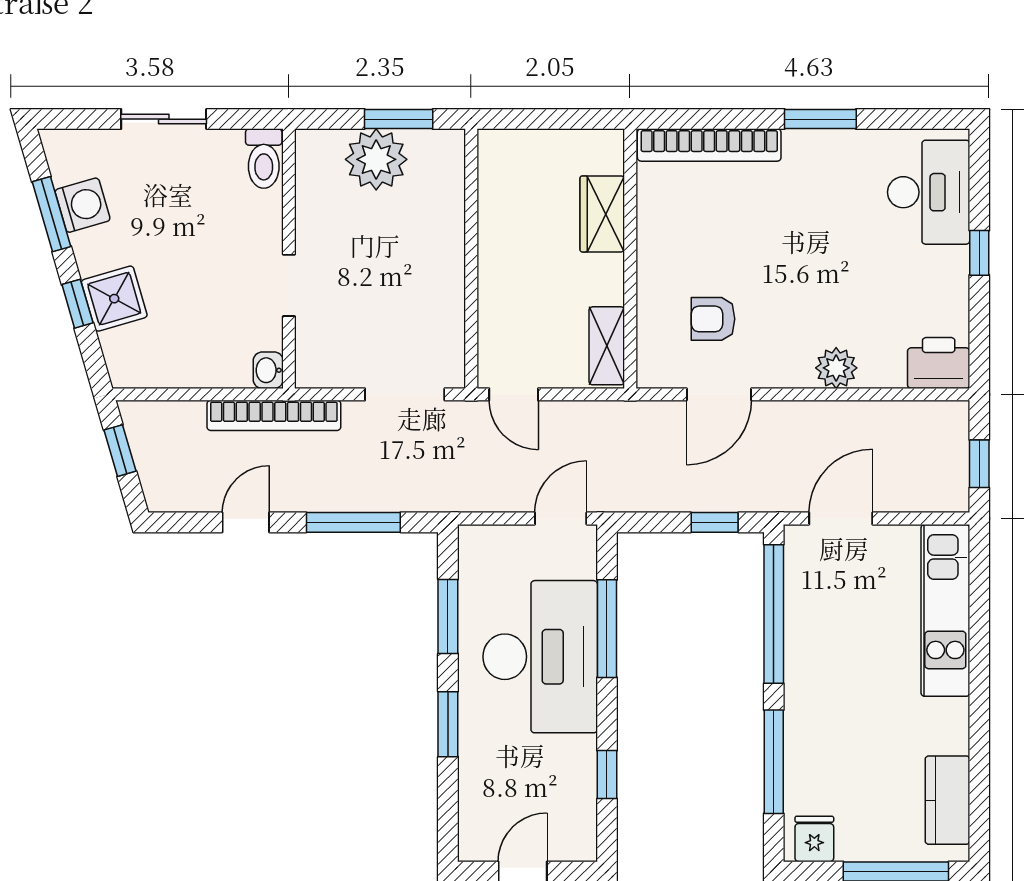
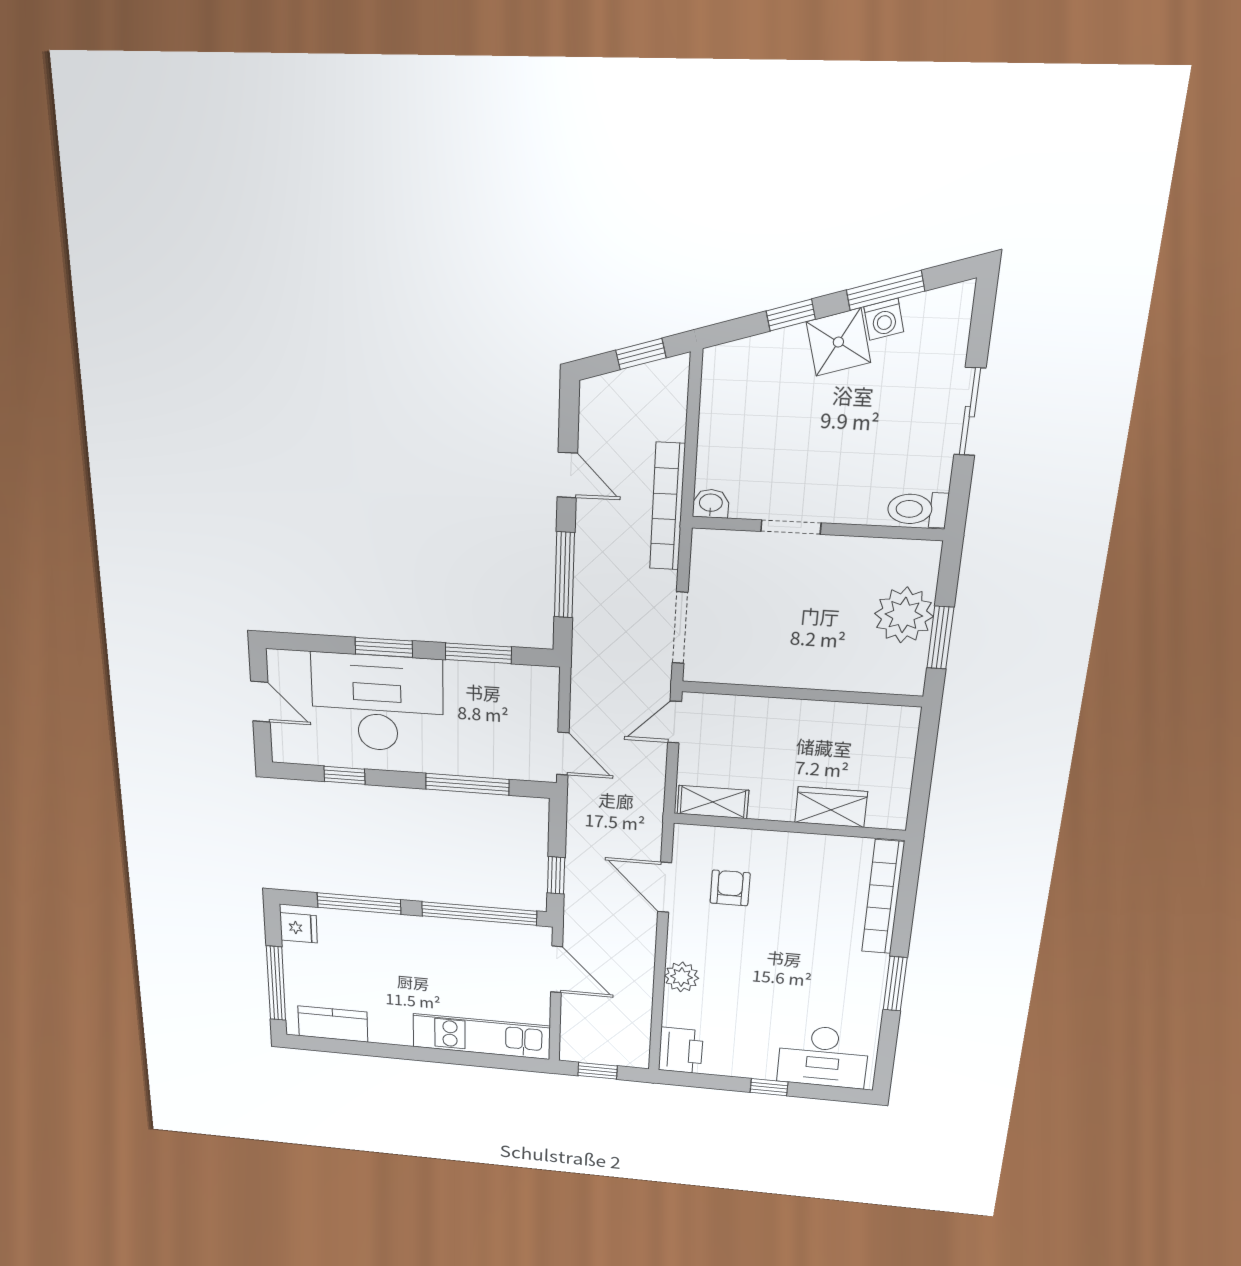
washing machine: (83, 205) -> (884, 319), width x0.73, depth x0.73
shower: (114, 299) -> (838, 342), moved
desk: (540, 657) -> (377, 703), moved, turned 180

